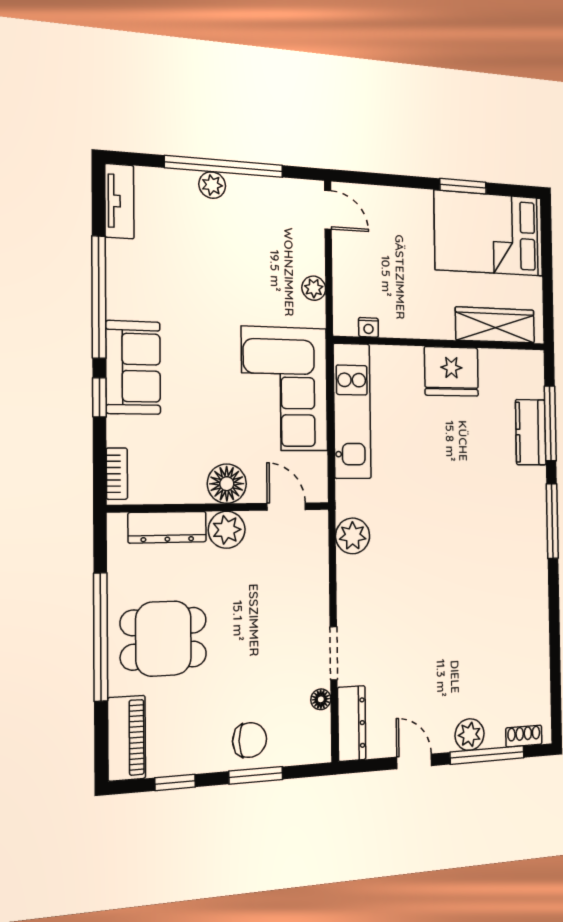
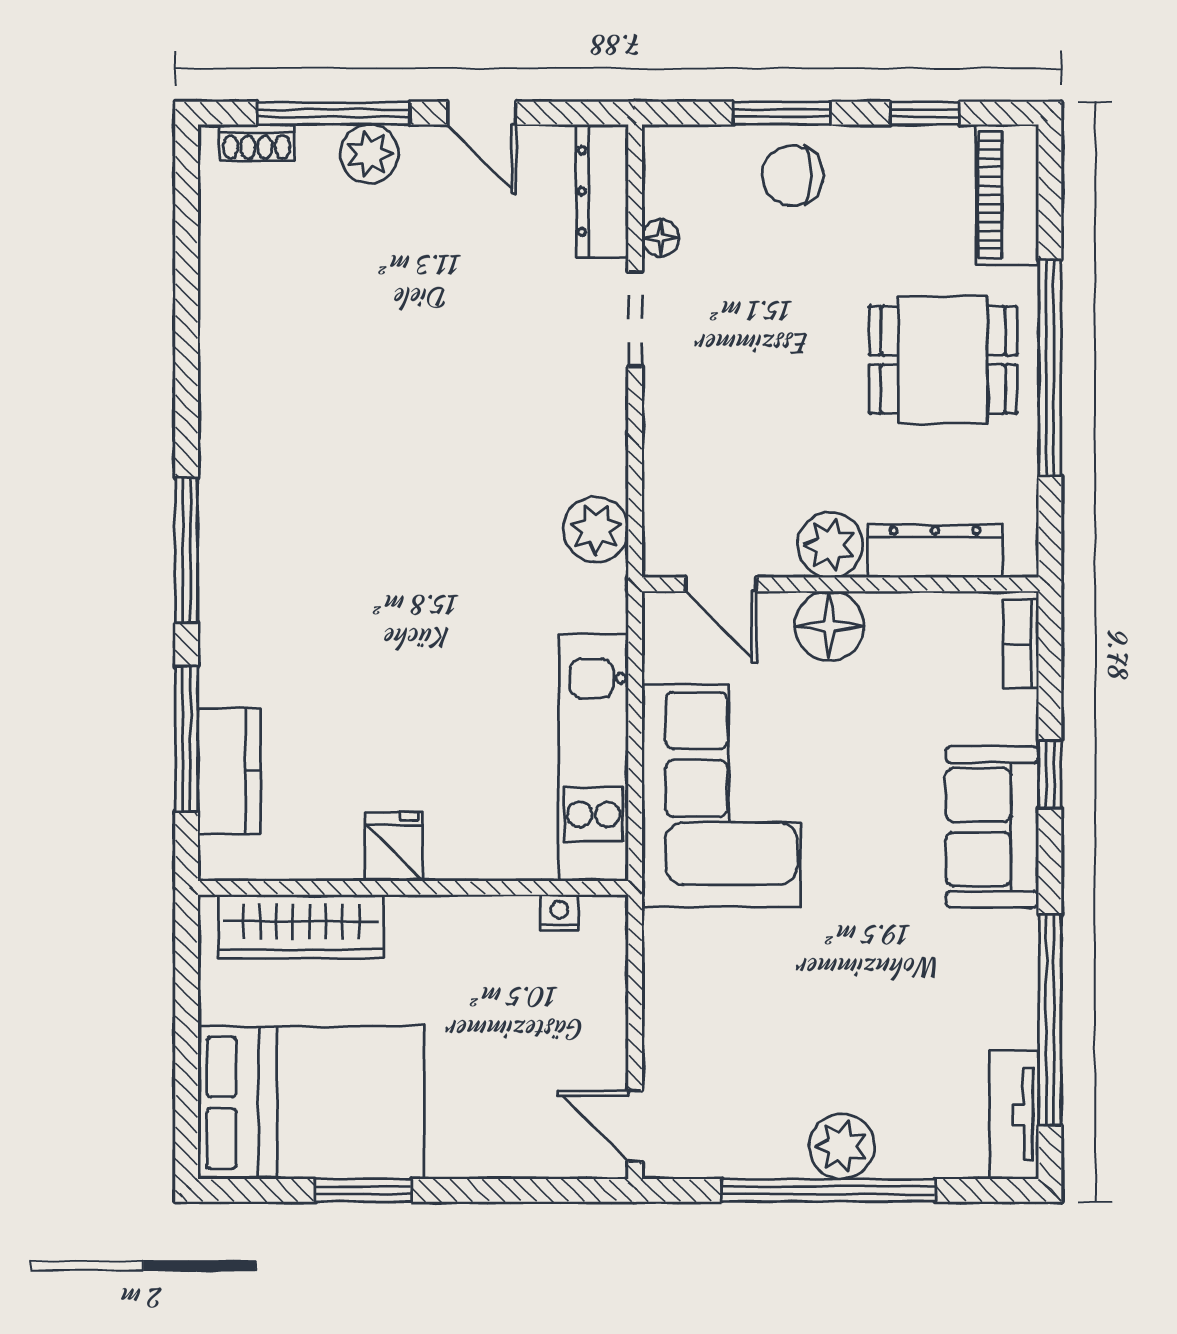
plant: (212, 185) -> (842, 1146), width x1.38, depth x1.38
plant: (314, 288) -> (664, 980), removed
window: (99, 297) -> (1050, 1020), moved
fridge: (451, 371) -> (394, 847), width x0.53, depth x0.75
kitchen counter: (531, 432) -> (229, 771), moved

